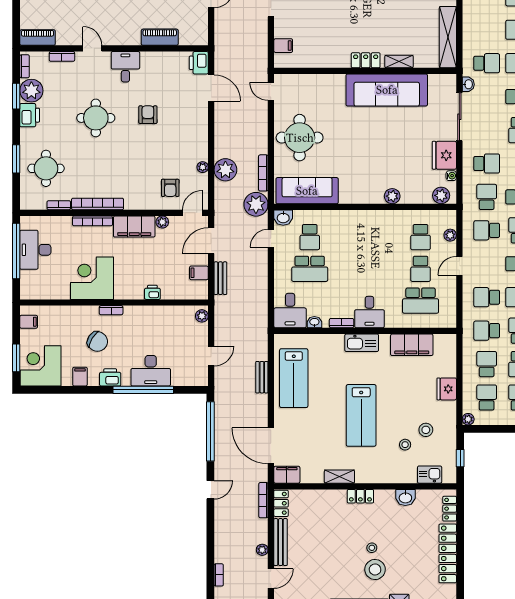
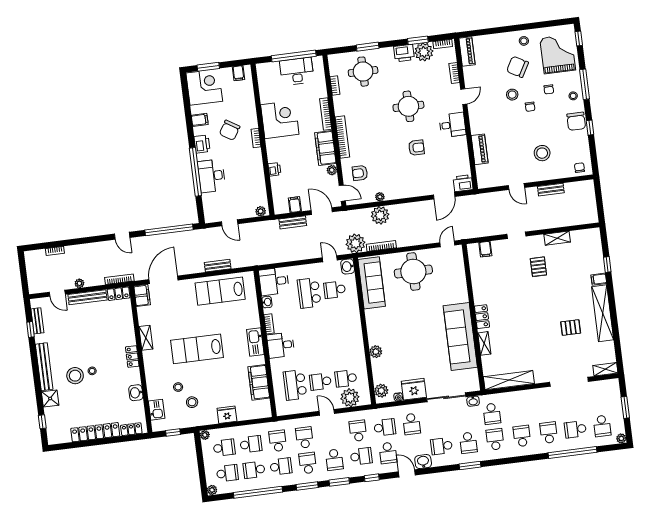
bookcase: (98, 204) -> (342, 137), moved
plant: (450, 235) -> (350, 398), width x1.87, depth x1.87

